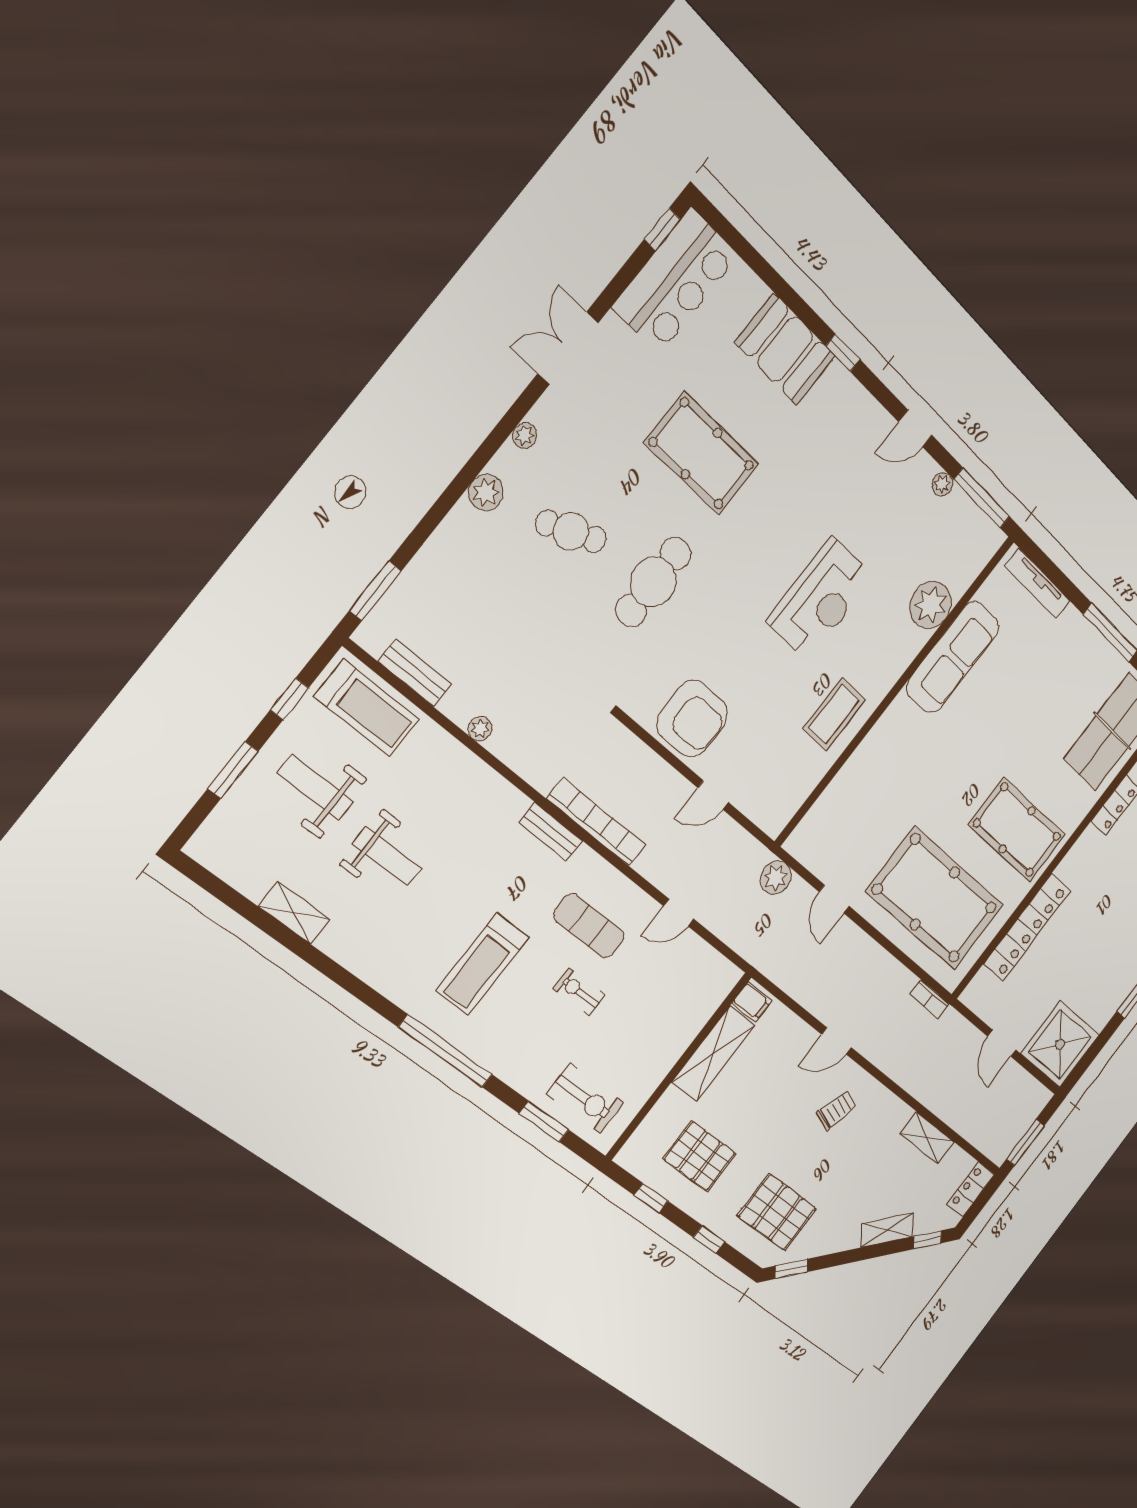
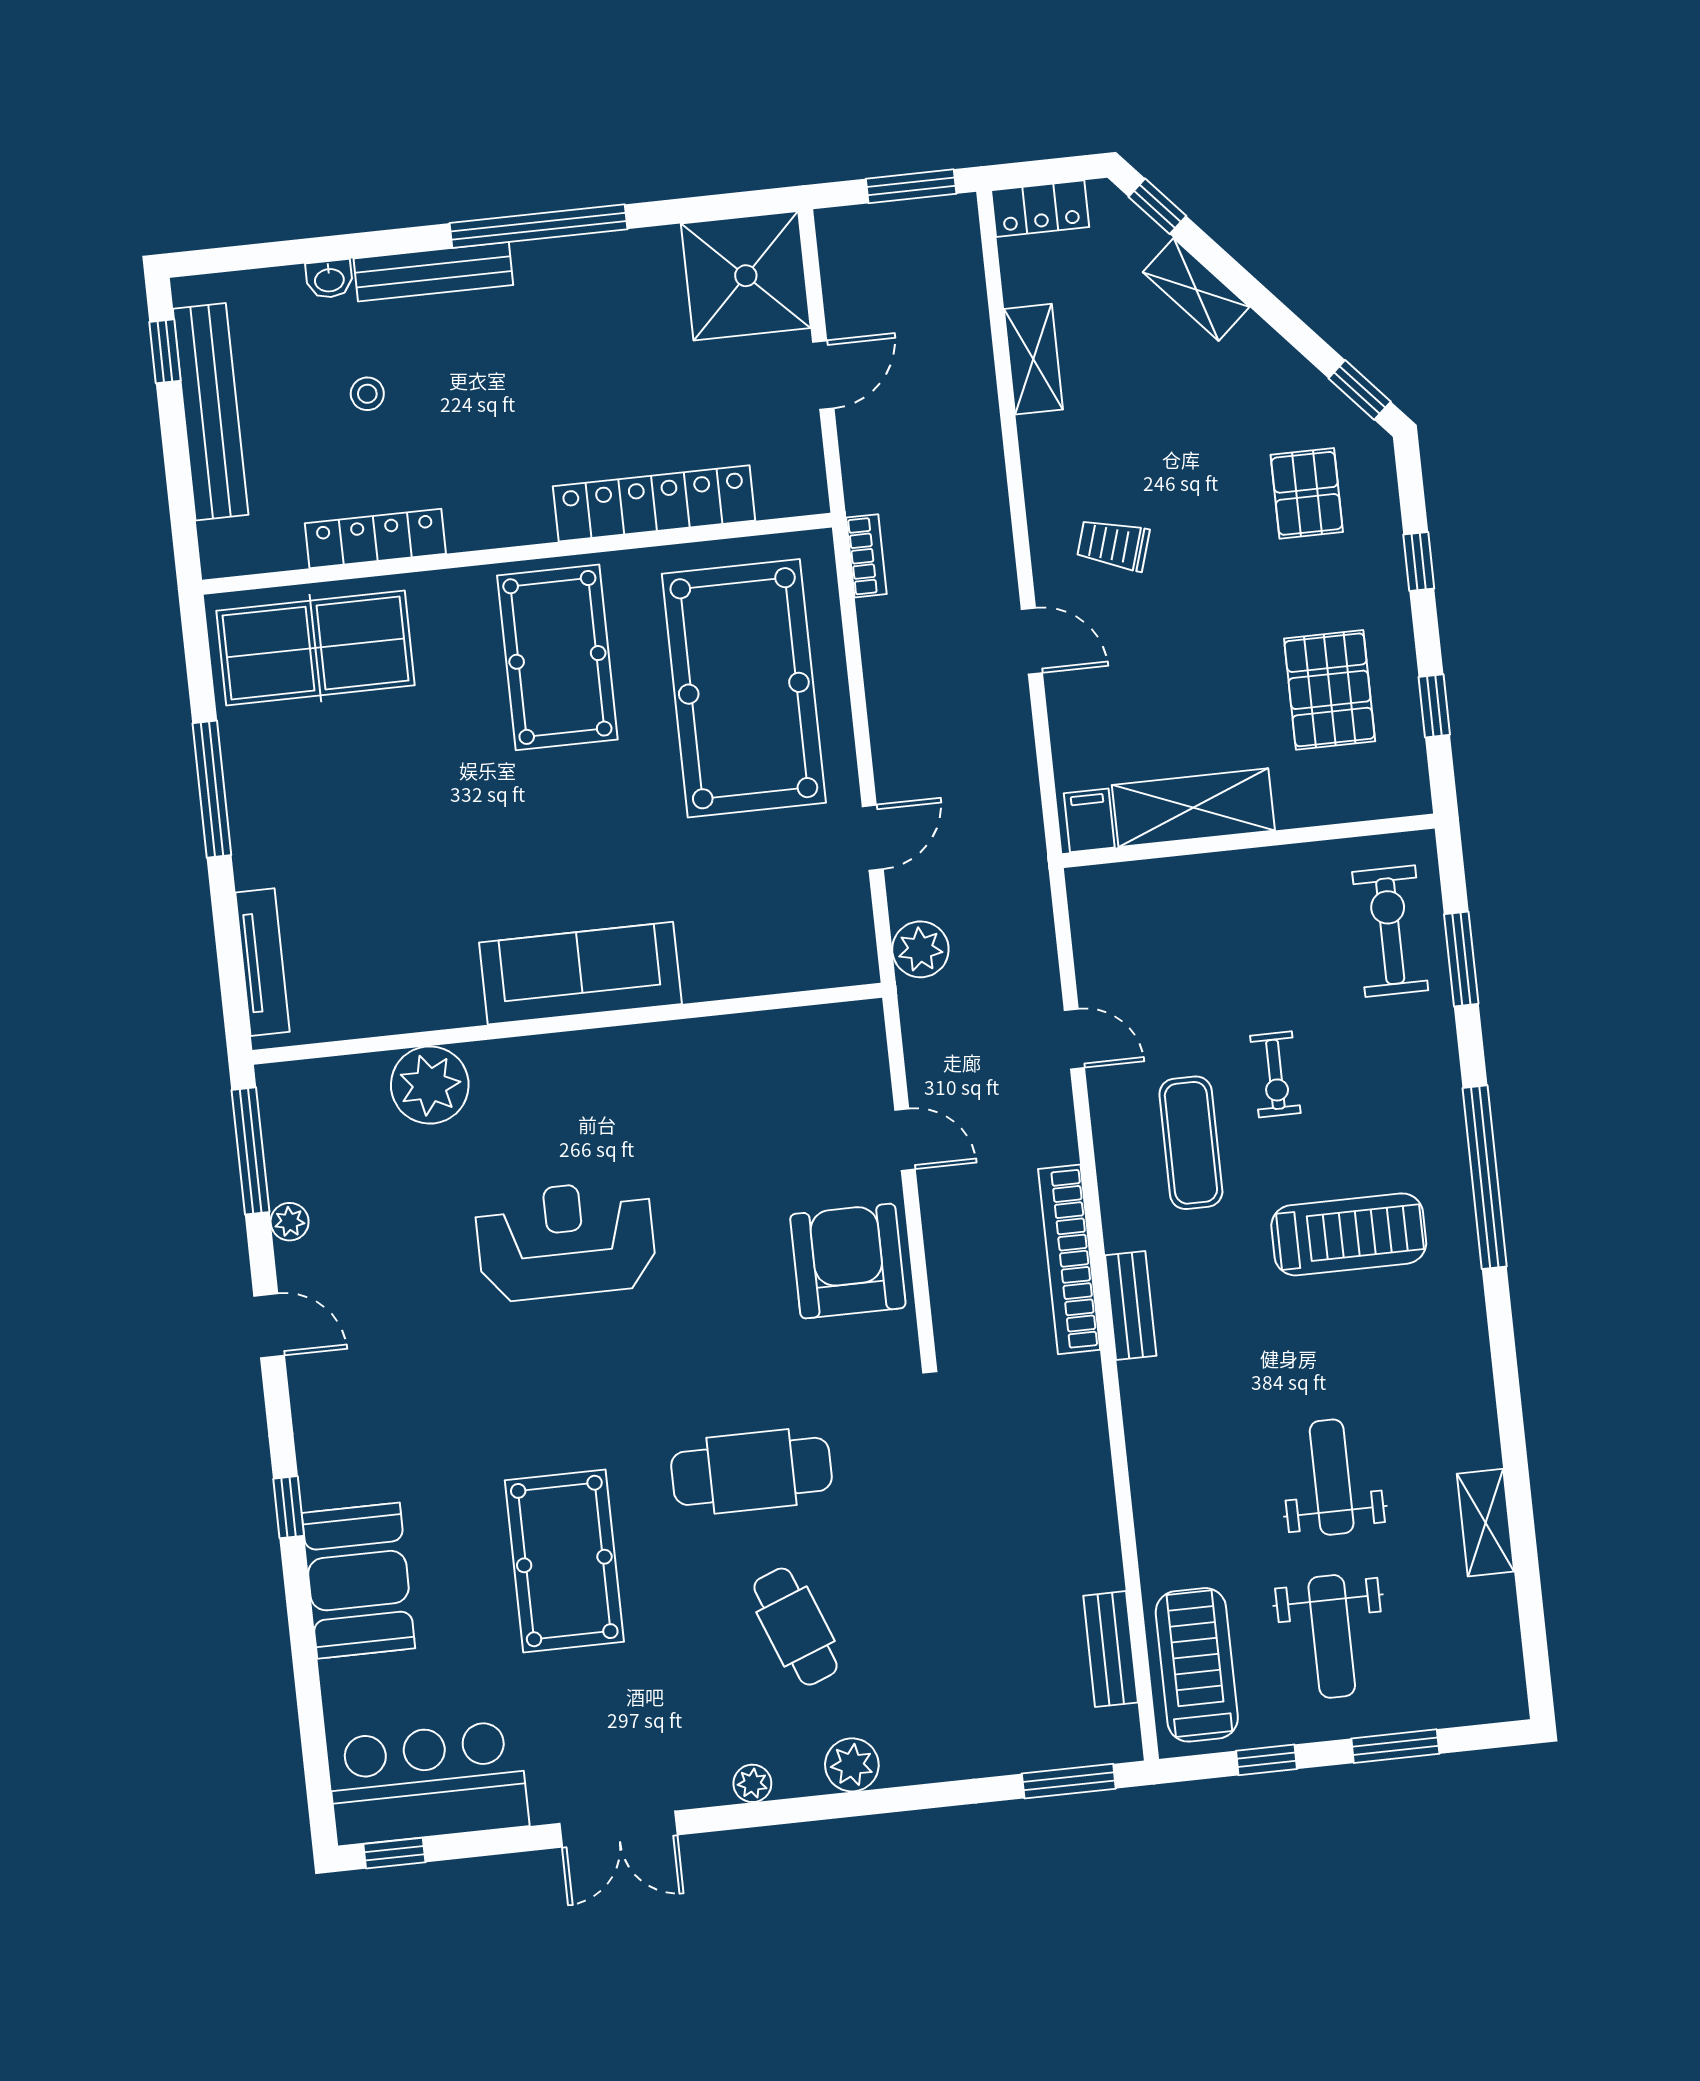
sofa: (953, 657) -> (580, 973), moved
coffee table: (834, 714) -> (670, 1078), removed
plant: (480, 729) -> (1098, 1511), removed
pallet: (777, 1212) -> (1307, 493), width x0.67, depth x0.71

